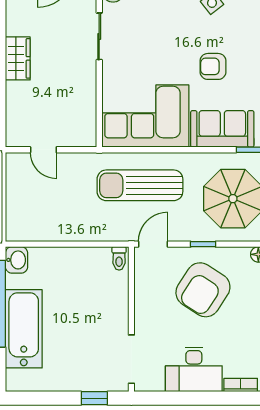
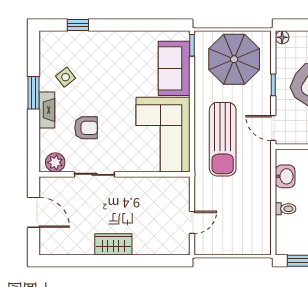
armchair: (213, 66) -> (86, 128), moved, turned -90
toilet: (119, 258) -> (286, 209), moved
washbasin: (17, 260) -> (285, 176), moved, turned 90

